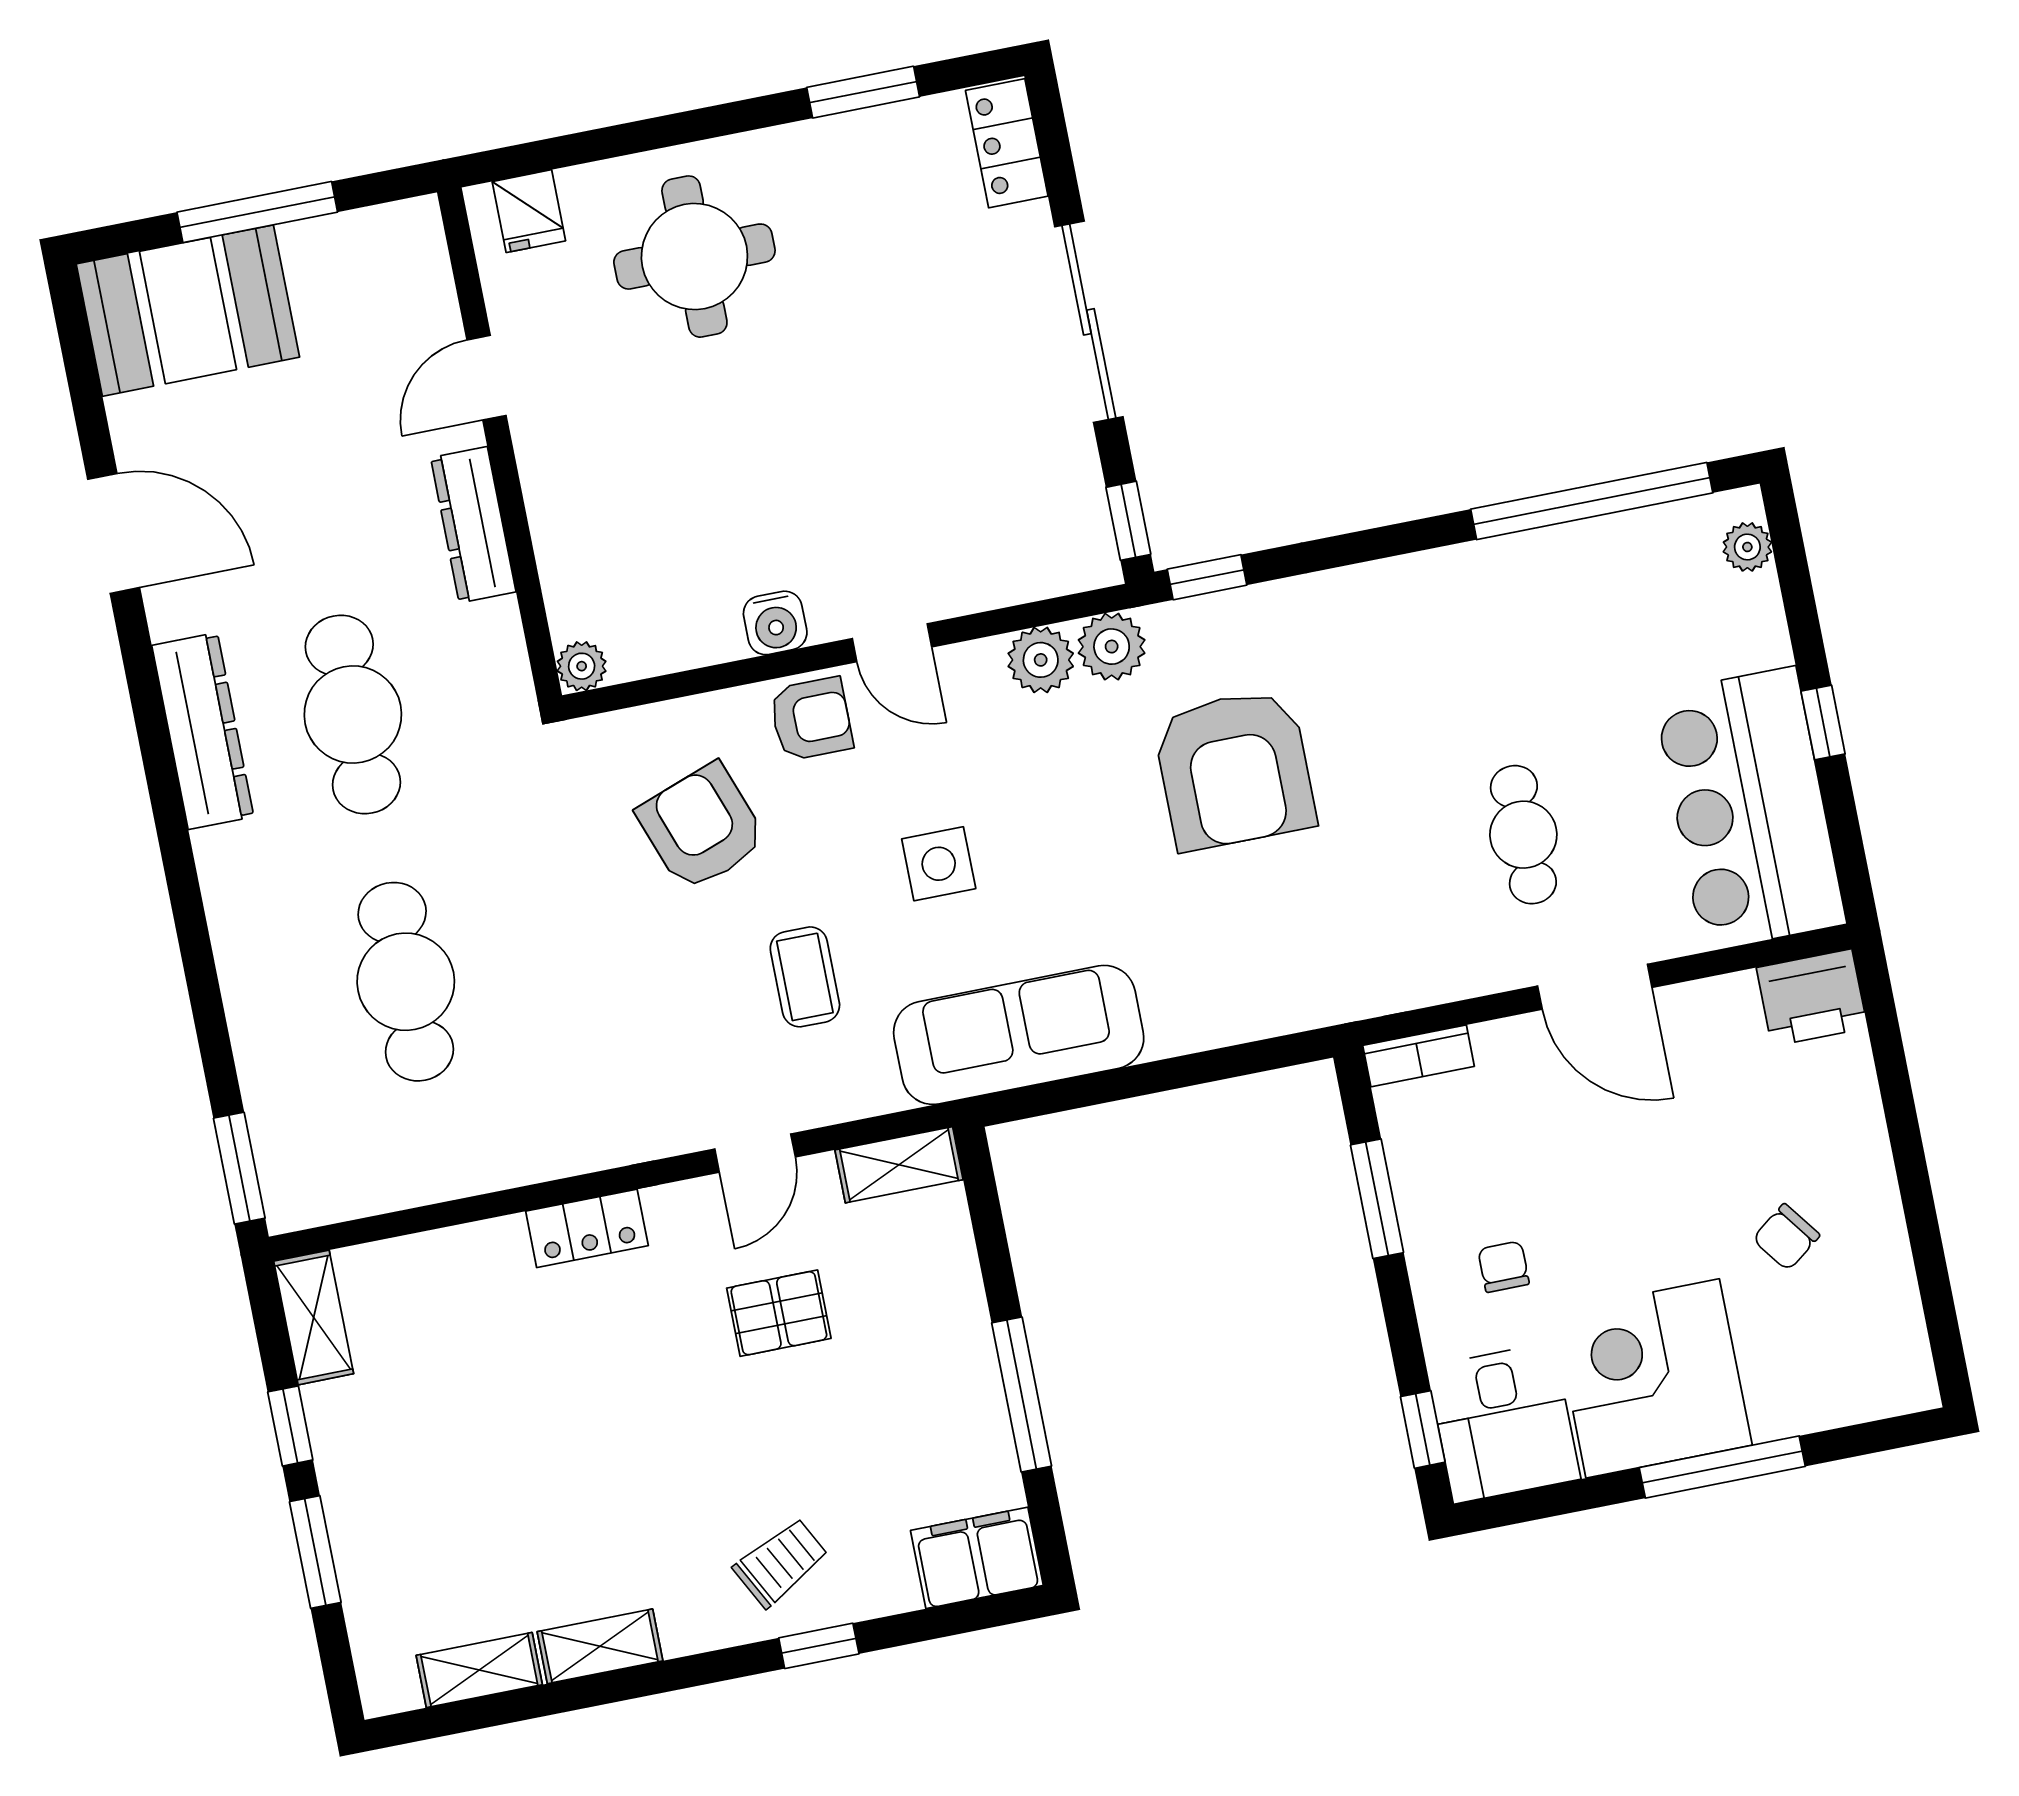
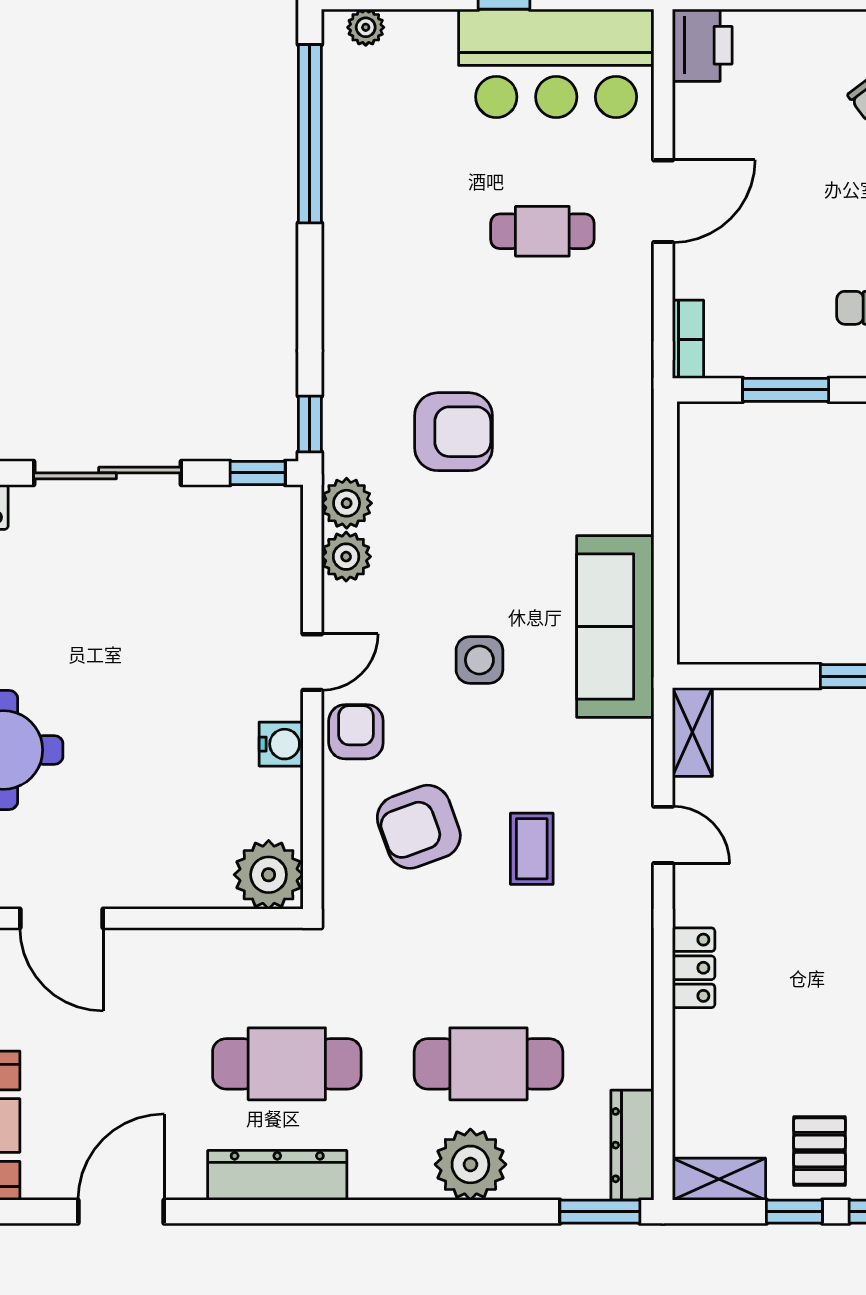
door: (486, 378) -> (62, 918), width x1.38
dresser: (473, 525) -> (632, 1145), moved, turned 90
plant: (582, 666) -> (269, 875), width x1.88, depth x1.88
armchair: (1234, 769) -> (454, 432), width x0.73, depth x0.73
coffee table: (805, 977) -> (532, 849), moved, turned 90
plant: (268, 984) -> (470, 1164), added
pallet: (779, 1313) -> (819, 1151), moved

